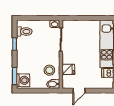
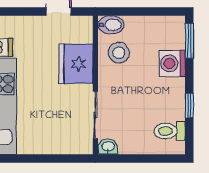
fridge: (68, 69) -> (76, 64), width x1.88, depth x1.34
washing machine: (23, 80) -> (172, 63), moved

